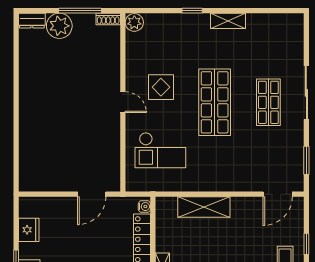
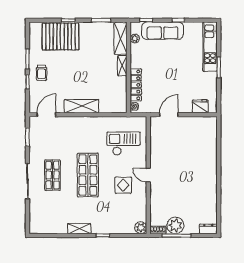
plant: (59, 26) -> (175, 225), moved
shelving: (204, 207) -> (81, 106), moved
fridge: (29, 230) -> (200, 106), moved, turned 90

